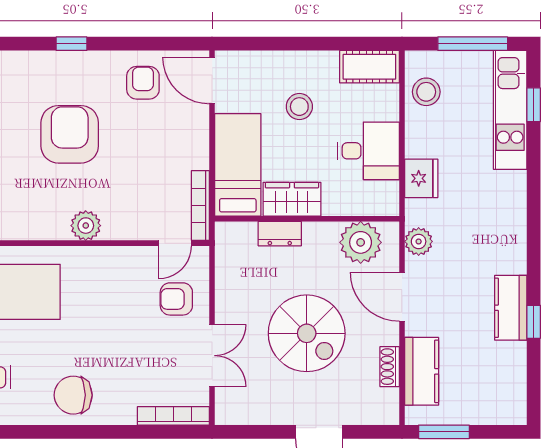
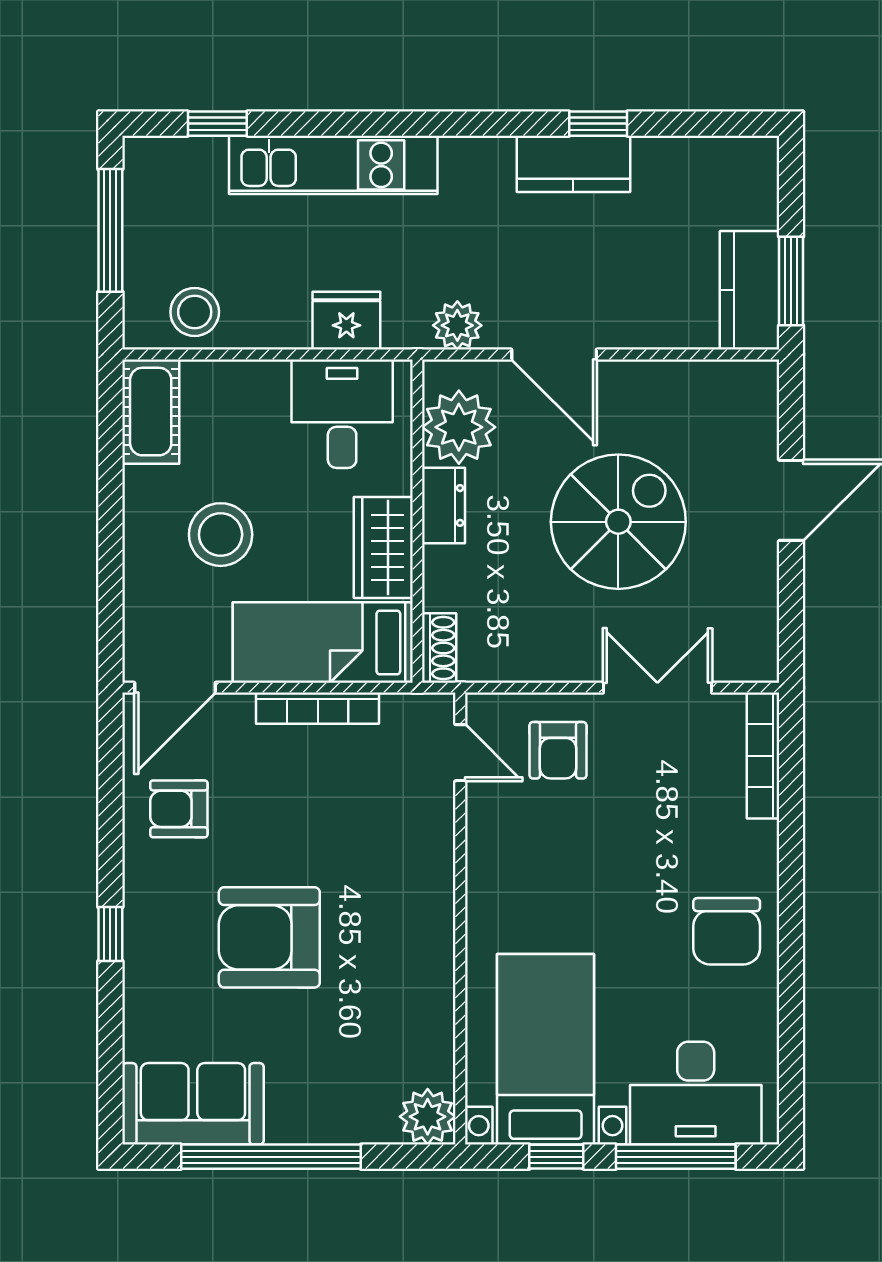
stool: (299, 107) -> (221, 535), width x1.38, depth x1.38
kitchen unit: (510, 110) -> (333, 165), moved
desk: (368, 151) -> (342, 414), moved
bookcase: (200, 206) -> (318, 708), moved
plant: (86, 226) -> (429, 909), removed
dresser: (280, 234) -> (443, 505), moved
door: (402, 297) -> (554, 354), hinge flipped
shoe rack: (390, 367) -> (439, 648), moved, turned -90
kitchen counter: (422, 371) -> (749, 290), moved, turned -90

